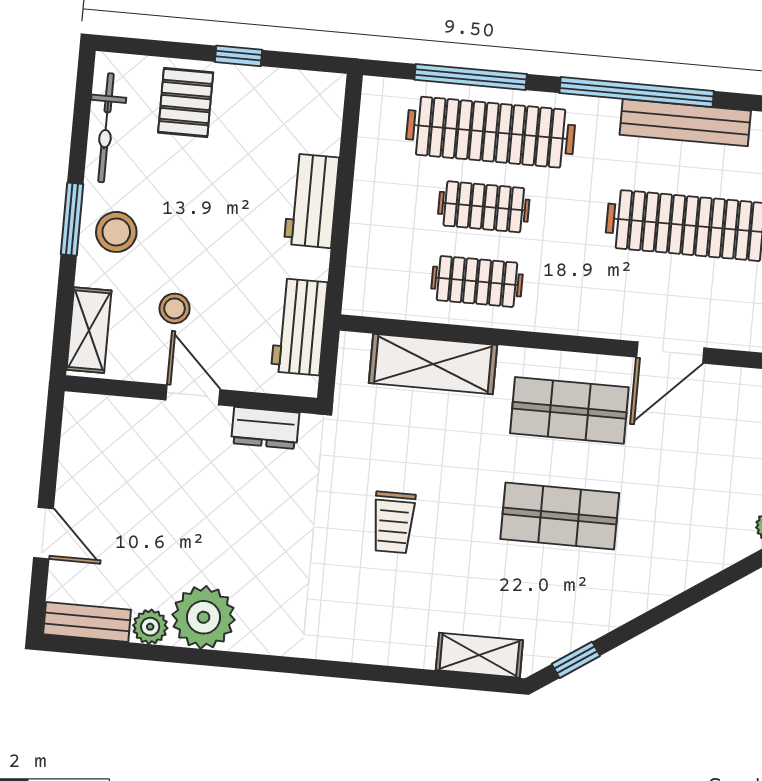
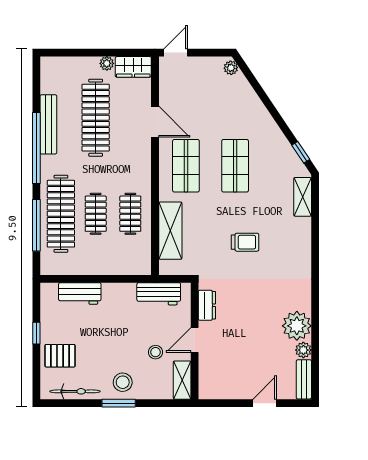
workbench: (312, 201) -> (80, 293), moved
shelving: (89, 330) -> (182, 380), moved, turned 90

